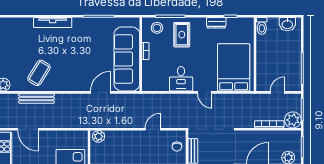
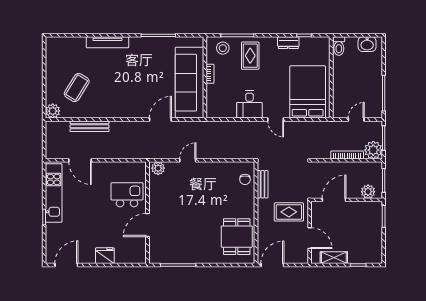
coffee table: (39, 73) -> (77, 88), moved
door: (153, 129) -> (188, 160), moved

